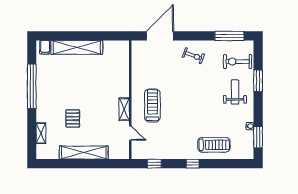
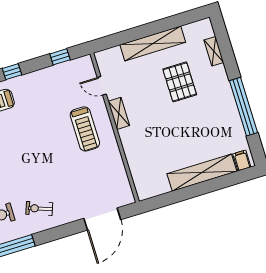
exercise bike: (193, 56) -> (39, 209), moved
pallet: (73, 118) -> (180, 82), width x1.50, depth x1.42

